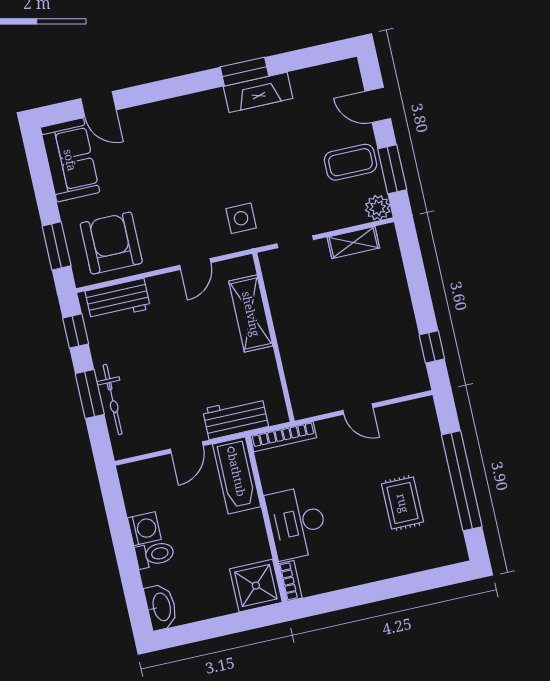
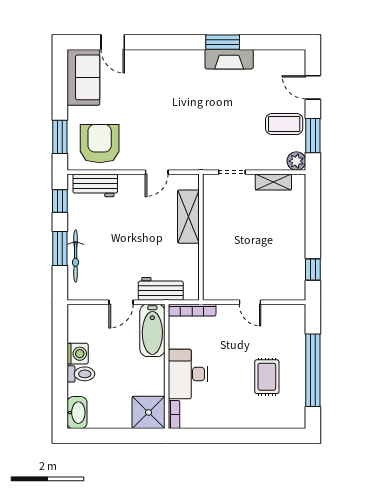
side table: (241, 218) -> (197, 147), removed

